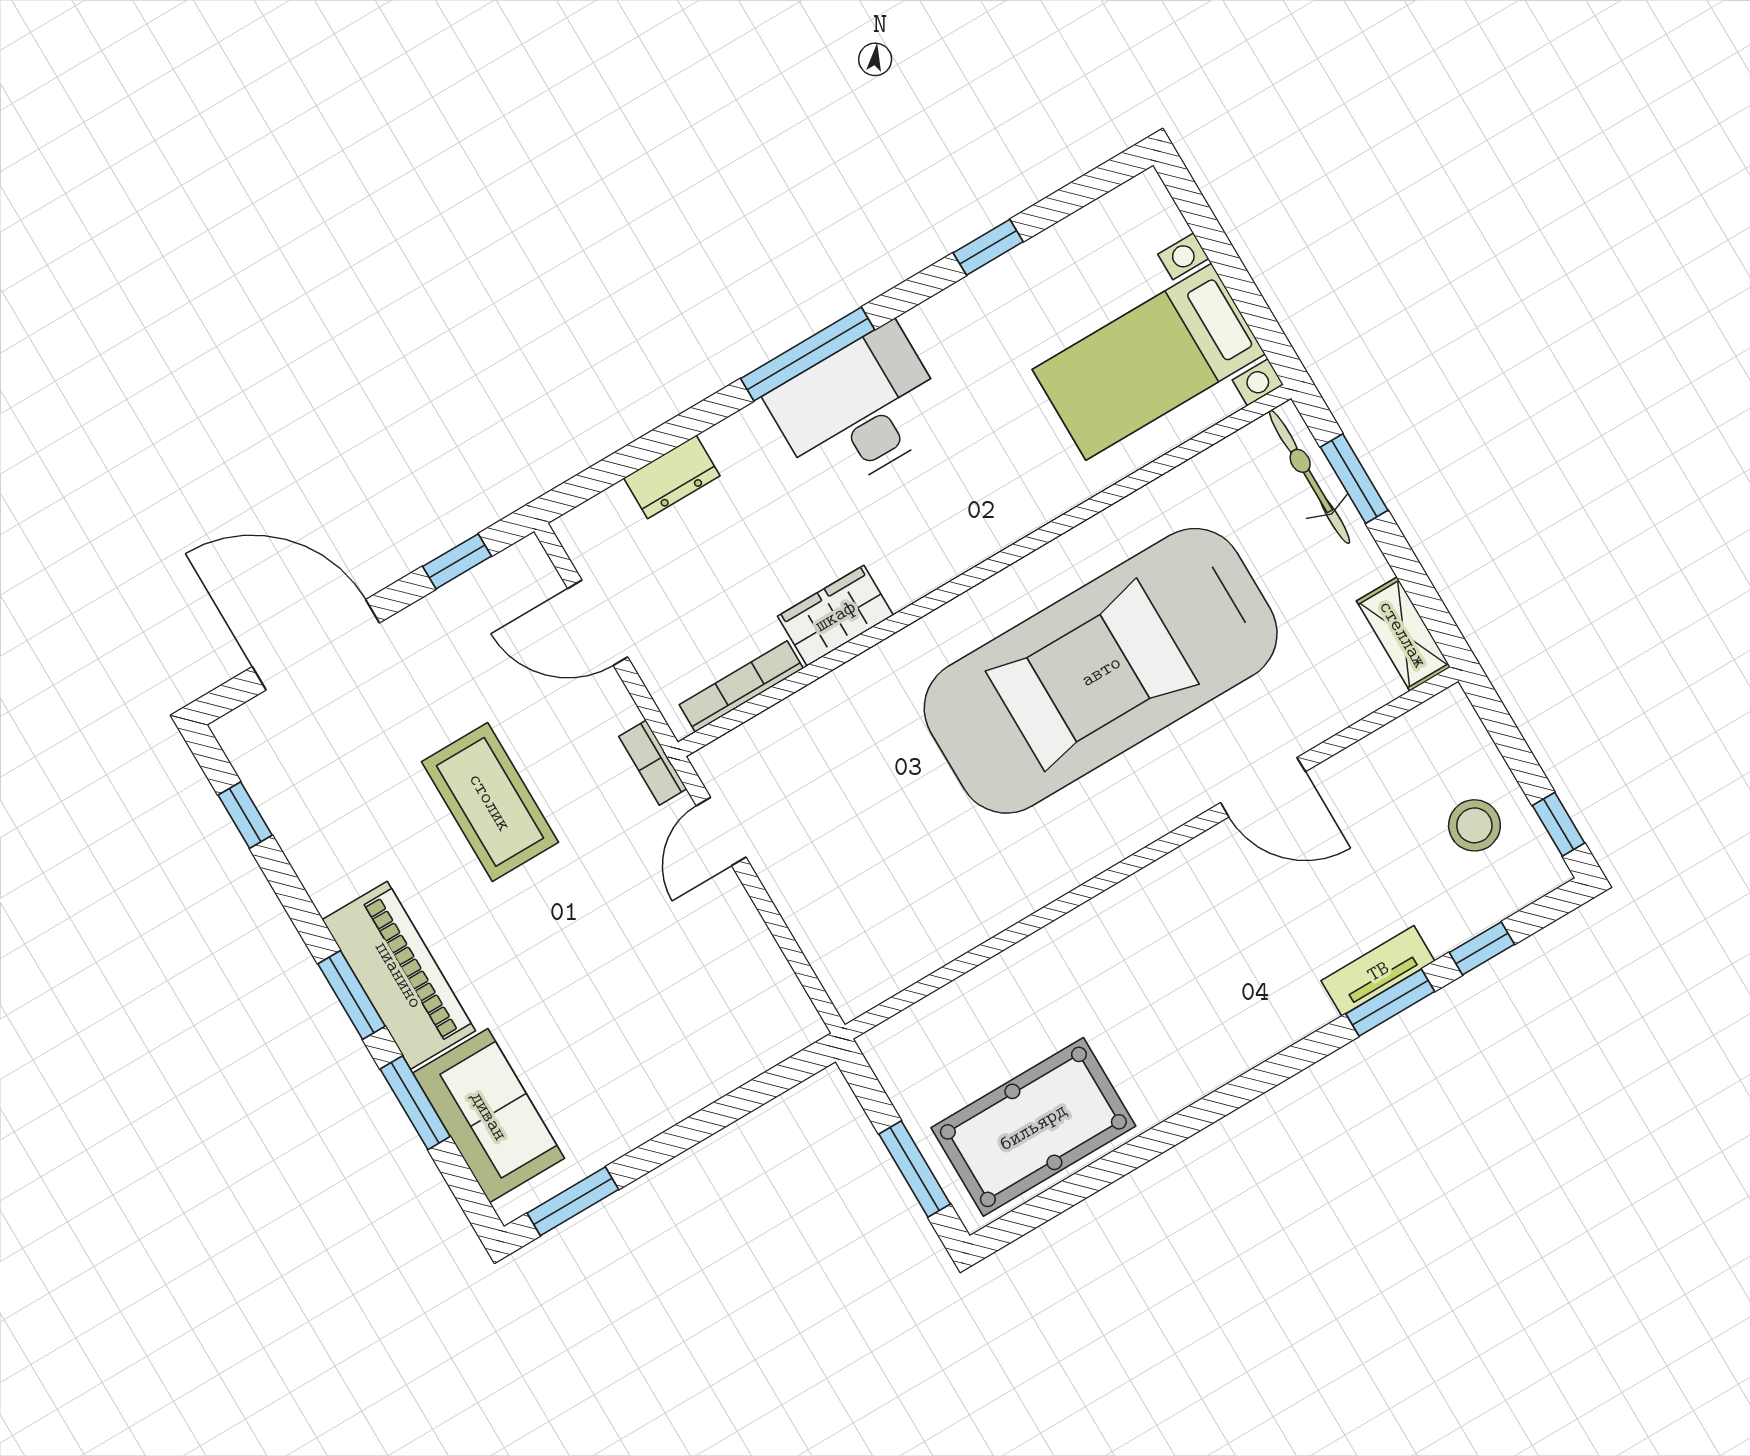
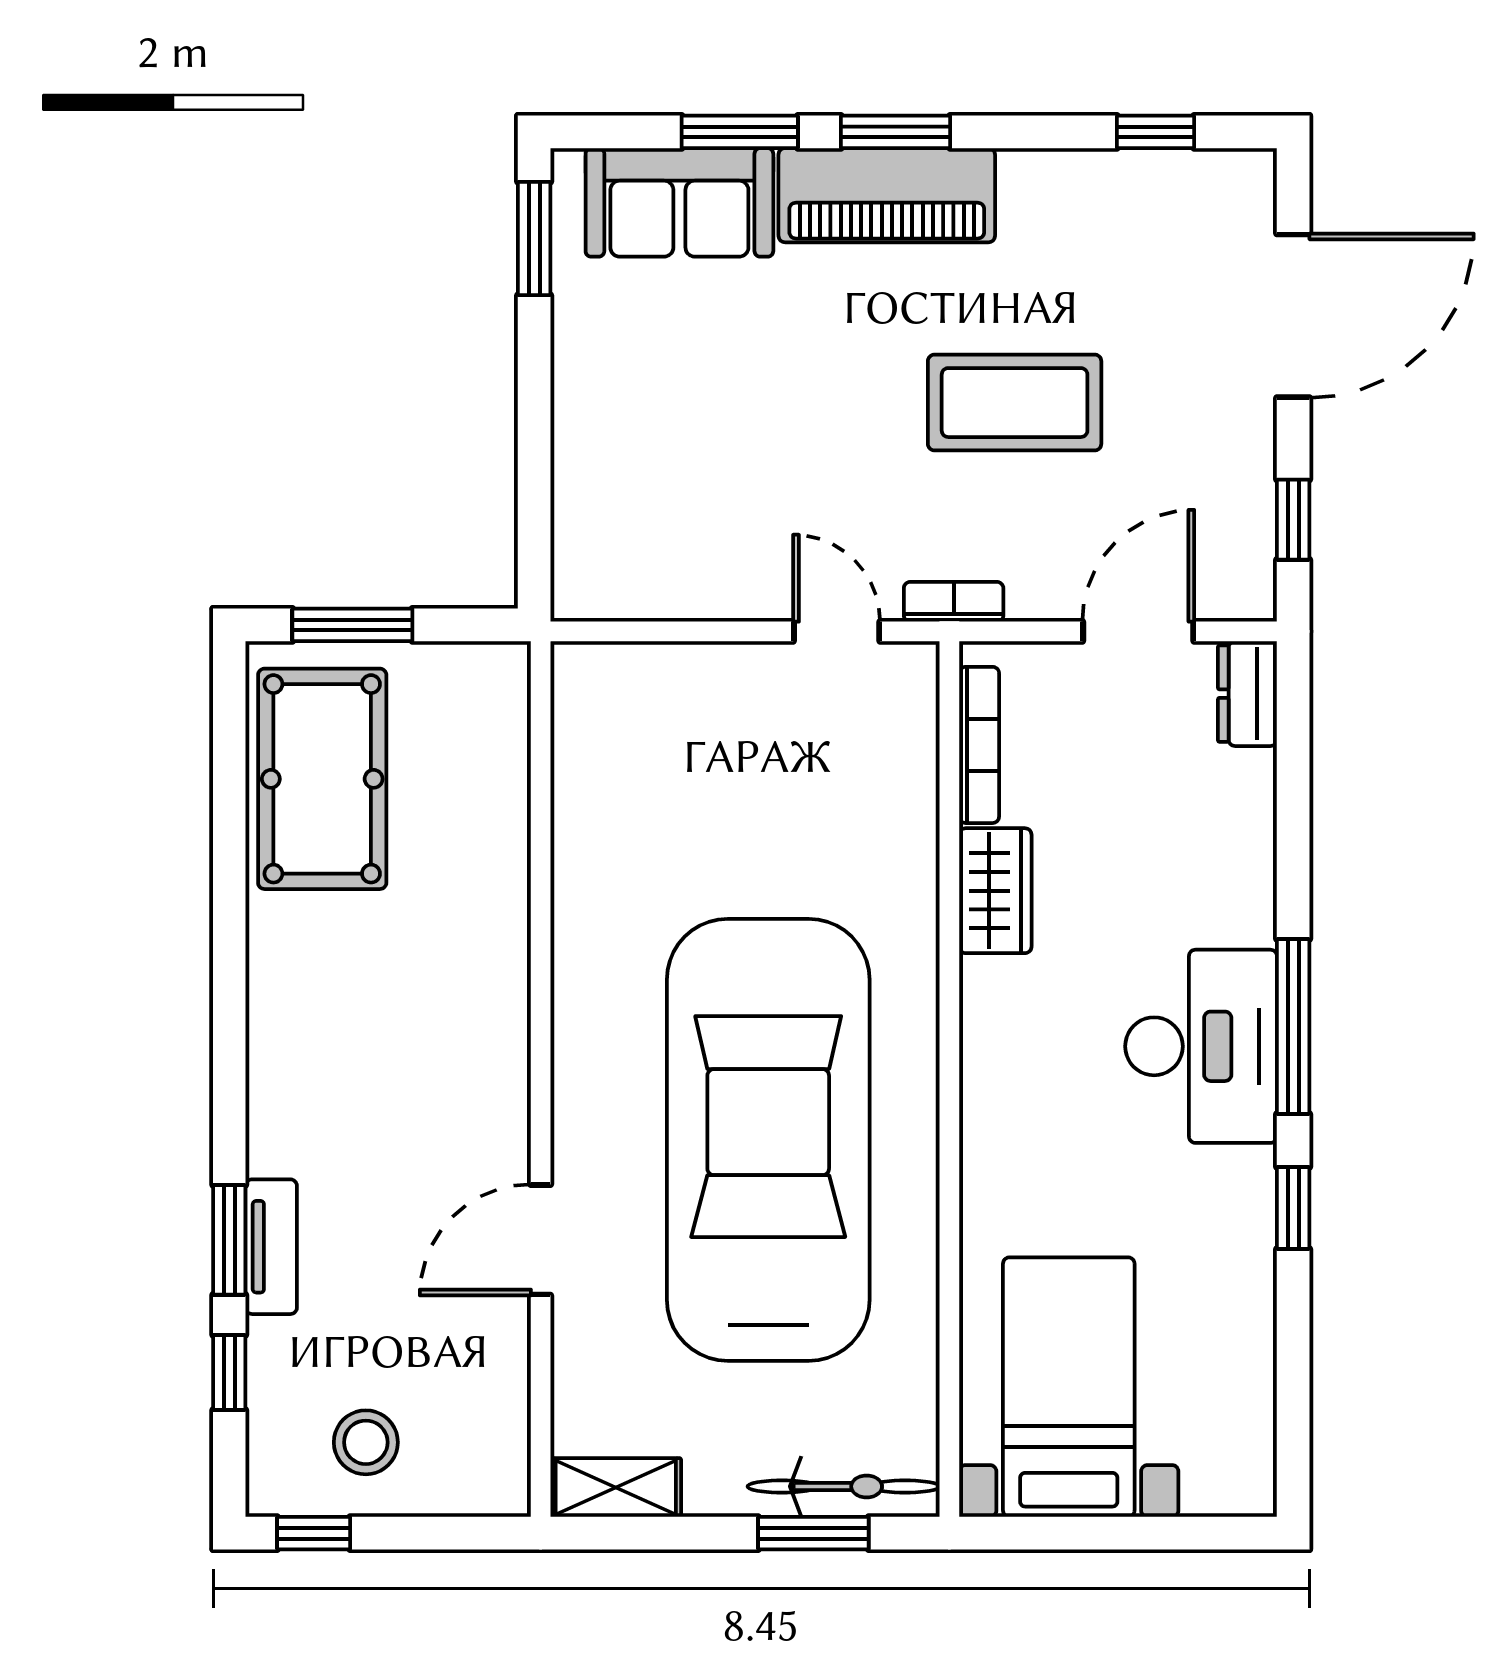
window: (988, 247) -> (1293, 1208), moved
dresser: (672, 477) -> (1247, 694), moved

